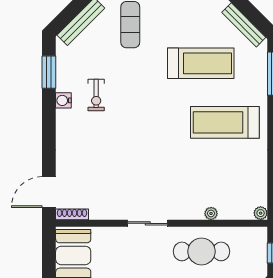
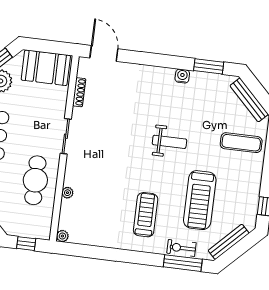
exercise bike: (96, 95) -> (181, 248), moved
weight bench: (139, 106) -> (169, 142), added
treadmill: (225, 122) -> (146, 215), width x0.73, depth x0.73
shoe rack: (72, 214) -> (79, 92), moved

